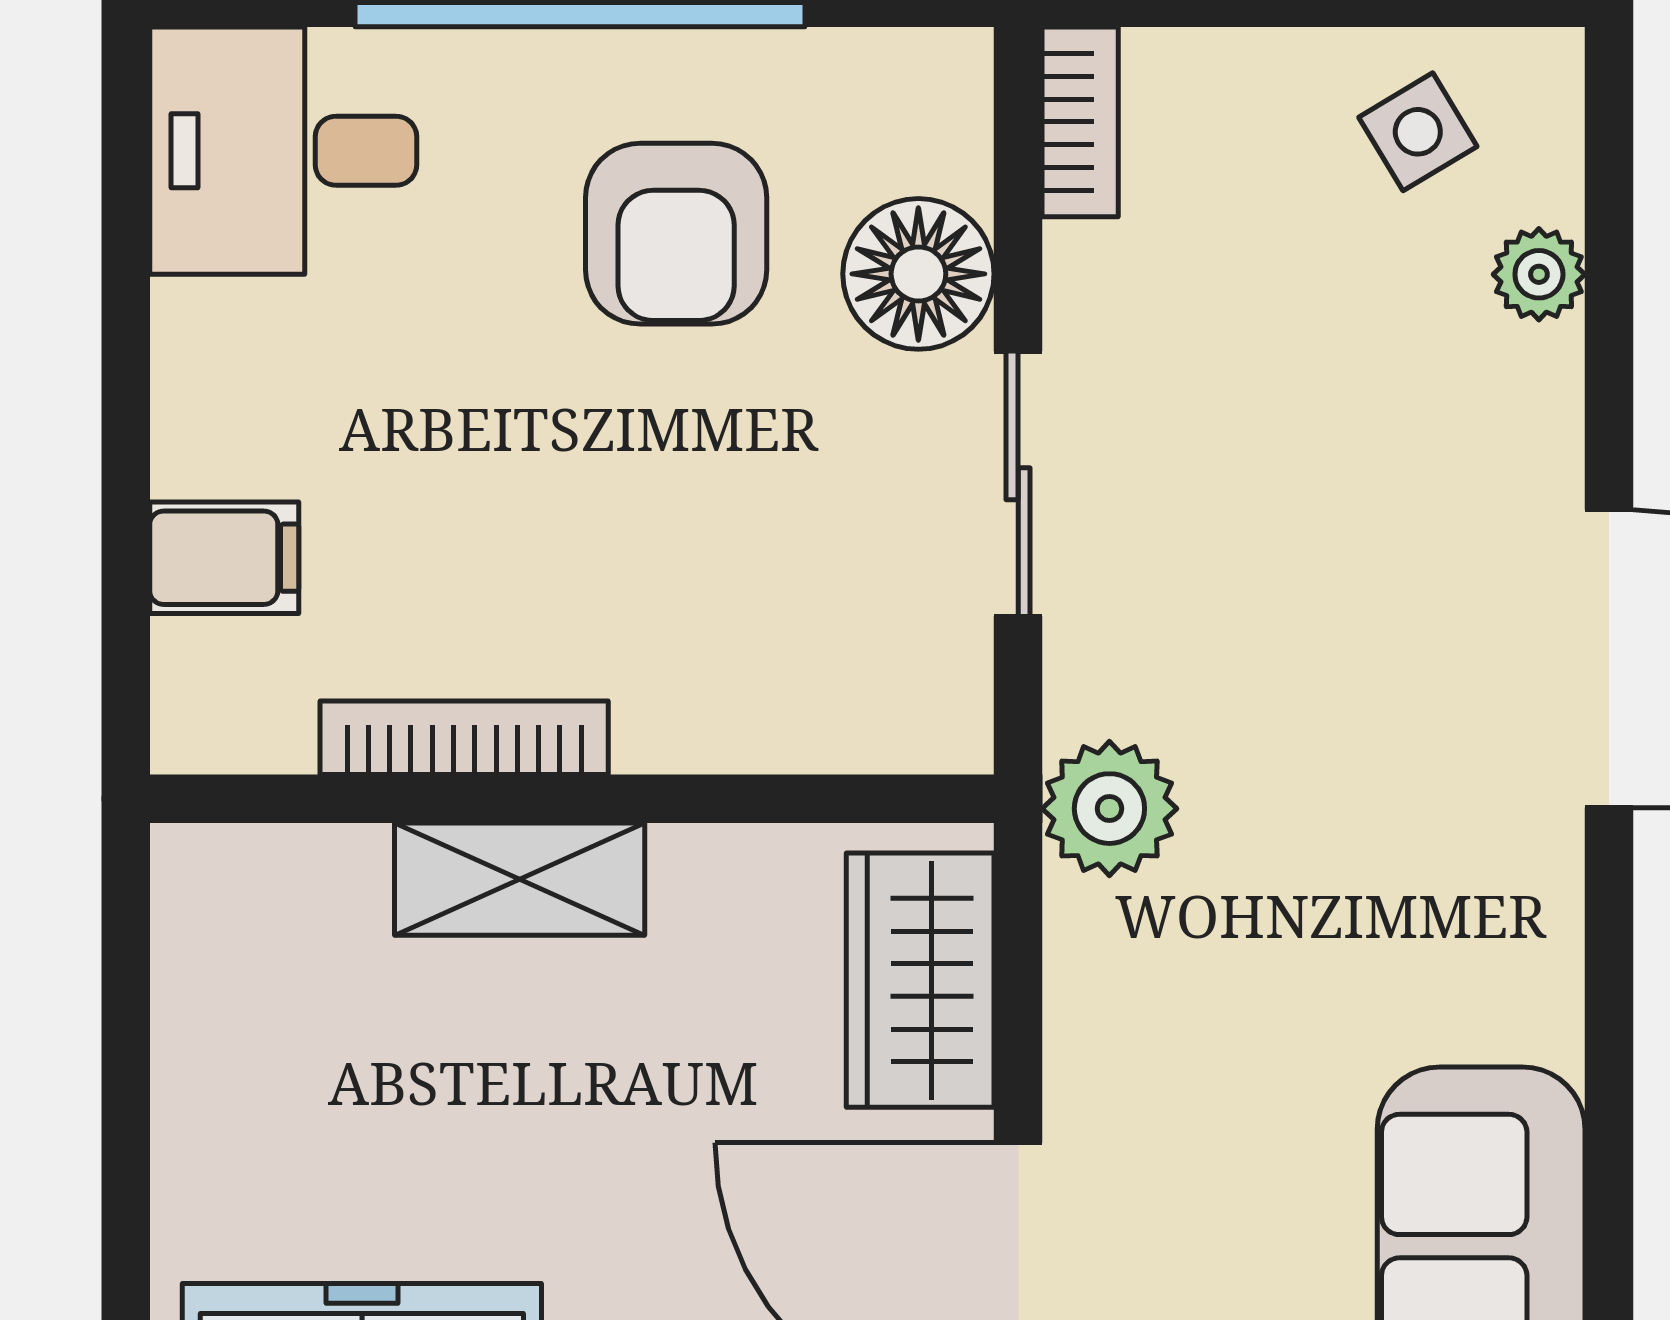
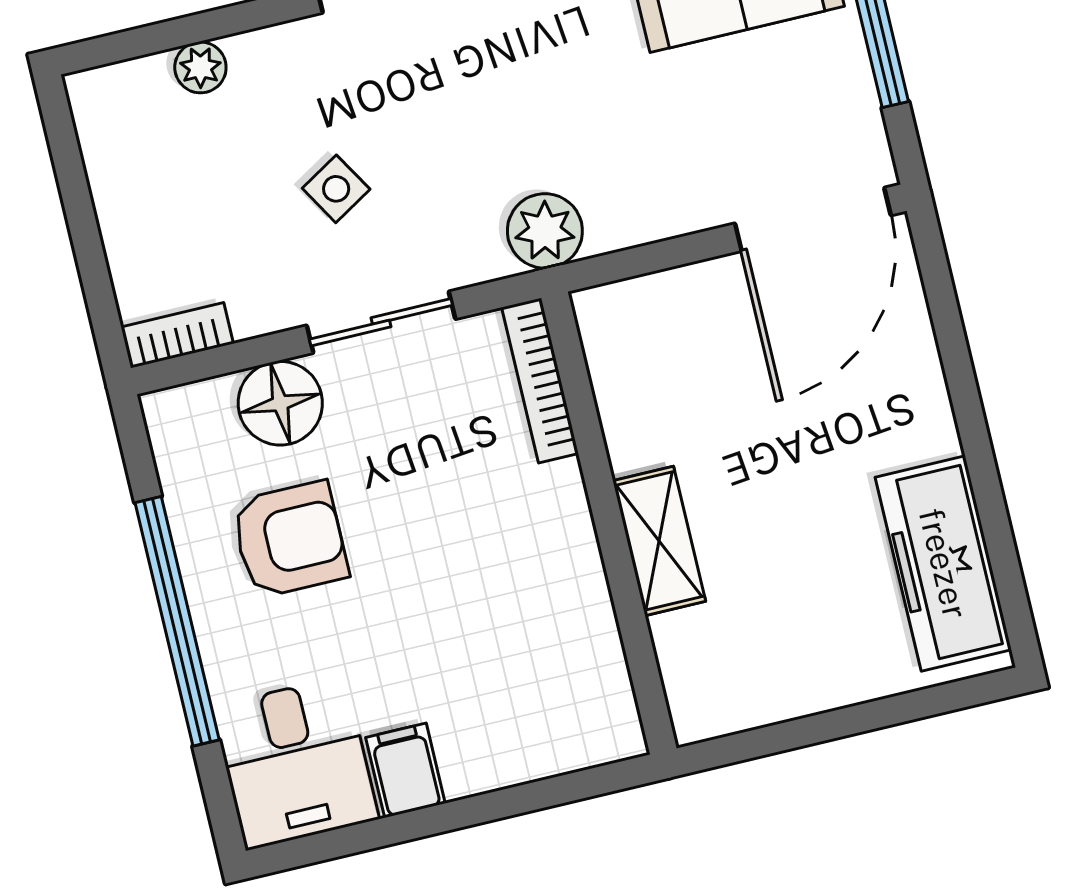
side table: (1418, 132) -> (336, 189), moved
filing cabinet: (224, 558) -> (405, 770), moved
bookcase: (464, 738) -> (540, 380), moved
wardrobe: (920, 980) -> (662, 311), removed

